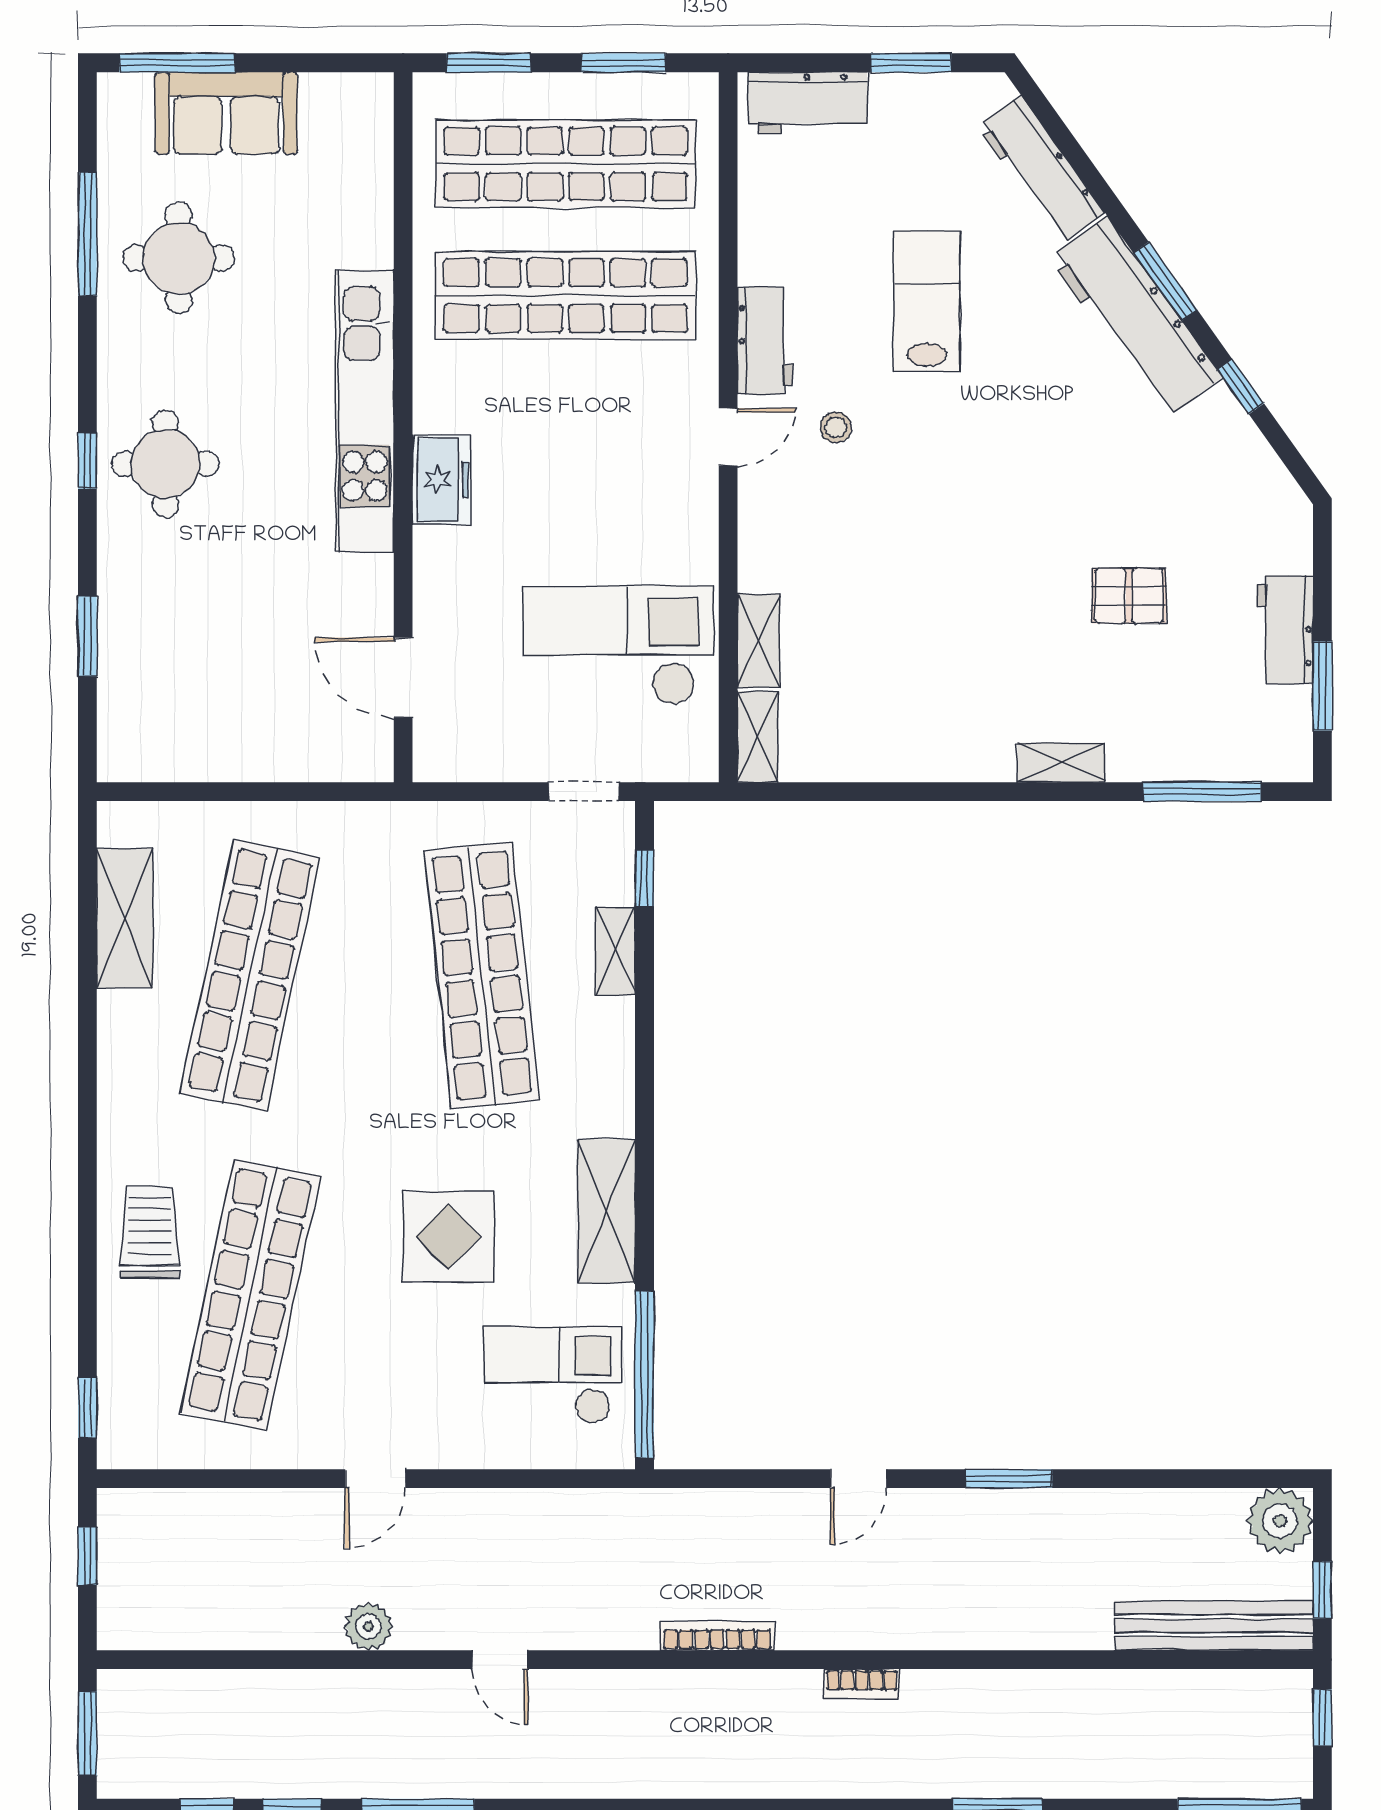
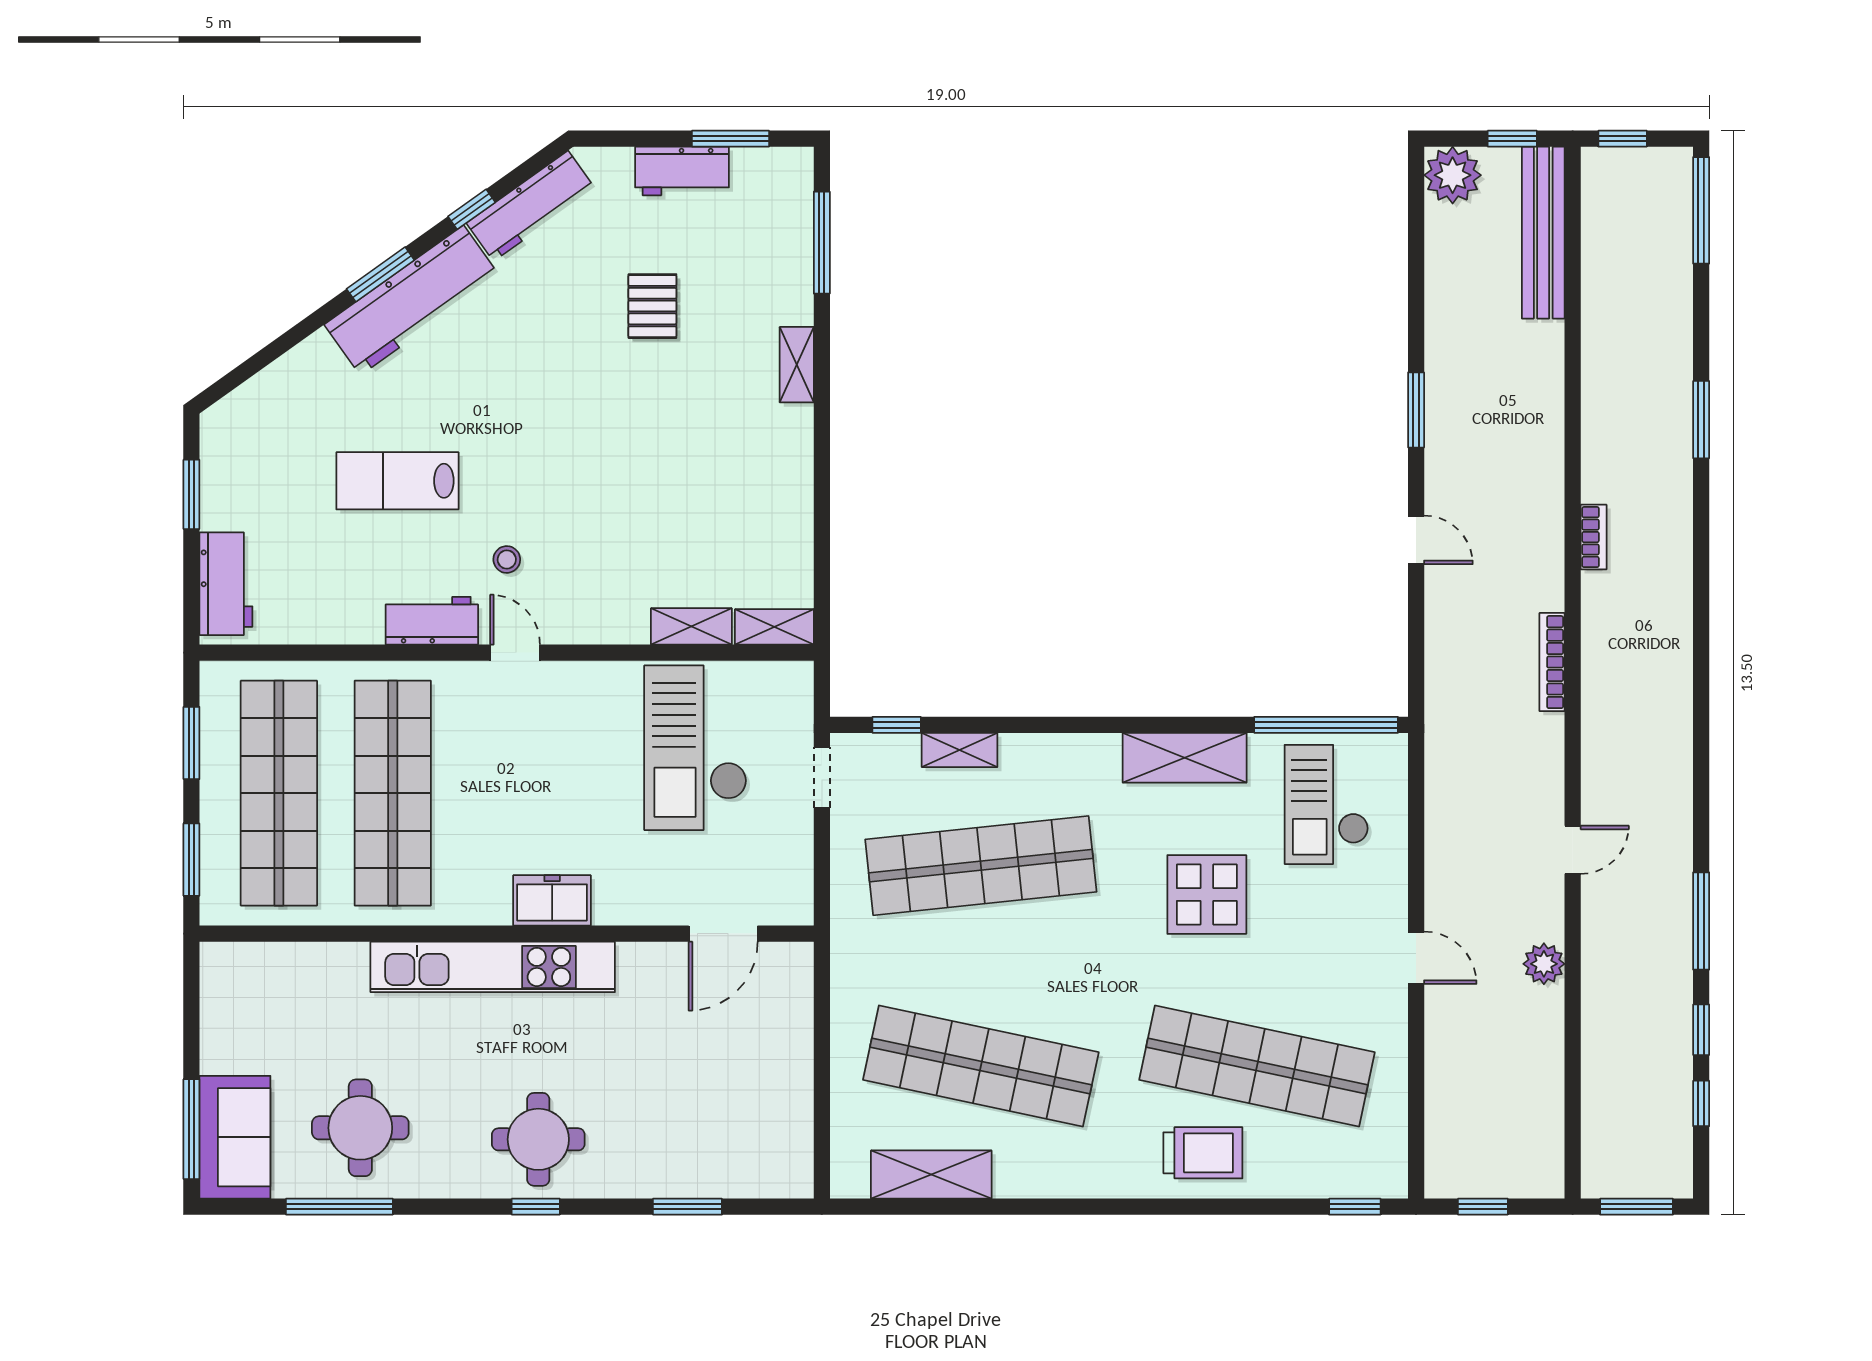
sofa: (226, 113) -> (235, 1137), moved
workbench: (1041, 170) -> (531, 206), moved
trolley: (150, 1232) -> (1203, 1153), turned 180

